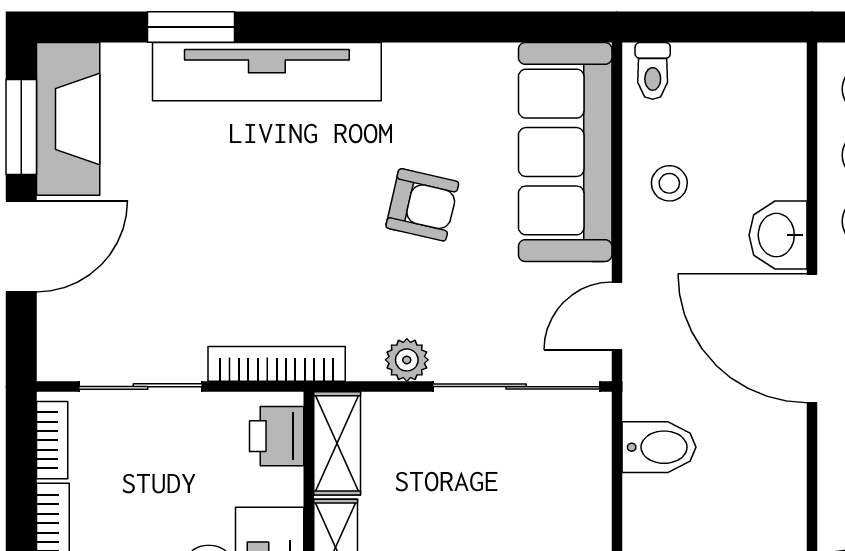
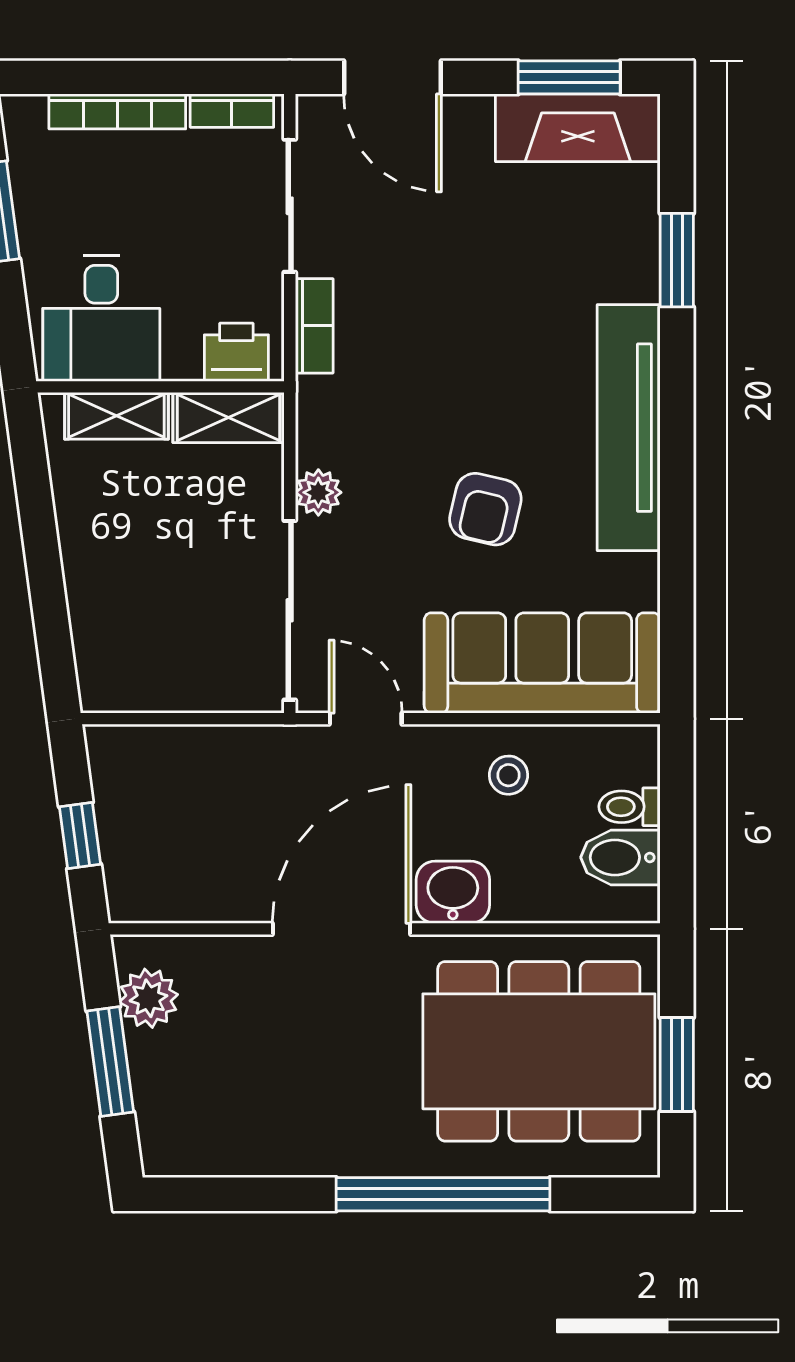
toilet: (653, 71) -> (629, 807), moved
tv unit: (267, 72) -> (629, 428), moved
door: (21, 246) -> (392, 77), moved
bookcase: (277, 364) -> (314, 326), width x0.64
bidet: (659, 447) -> (620, 857), moved, turned 90

